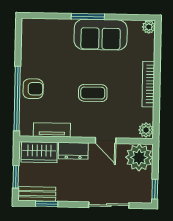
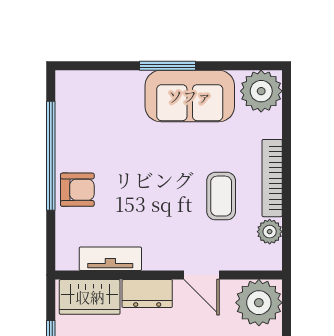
plant: (149, 27) -> (261, 91), width x1.88, depth x1.88
coffee table: (93, 93) -> (221, 196), moved, turned 90
window: (17, 98) -> (51, 156), moved
plant: (146, 130) -> (270, 232), moved

